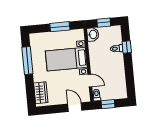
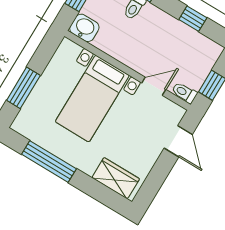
window: (60, 27) -> (23, 88), moved
window: (129, 76) -> (193, 19), added
door: (75, 107) -> (178, 141), swing flipped

